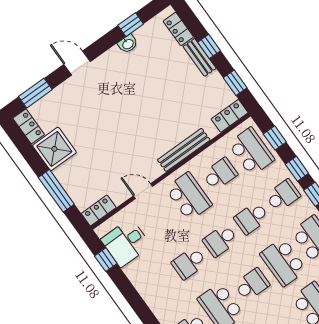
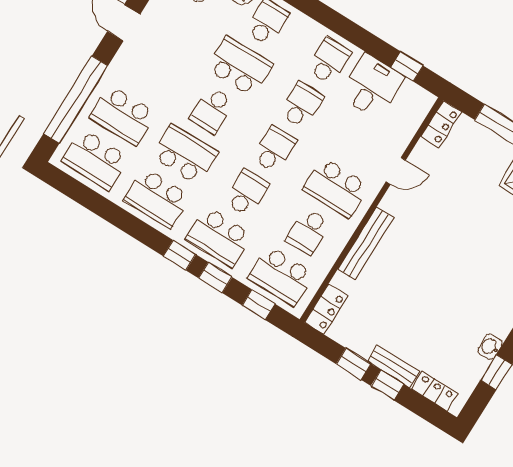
window: (235, 83) -> (353, 364), moved
school desk: (283, 196) -> (219, 237), width x1.85
desk: (126, 243) -> (372, 86), moved
school desk: (158, 285) -> (329, 61), added

